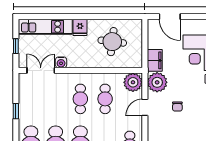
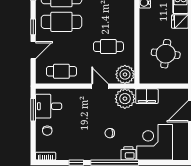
cafe table: (80, 99) -> (108, 22), removed
chair: (177, 106) -> (110, 133), moved

